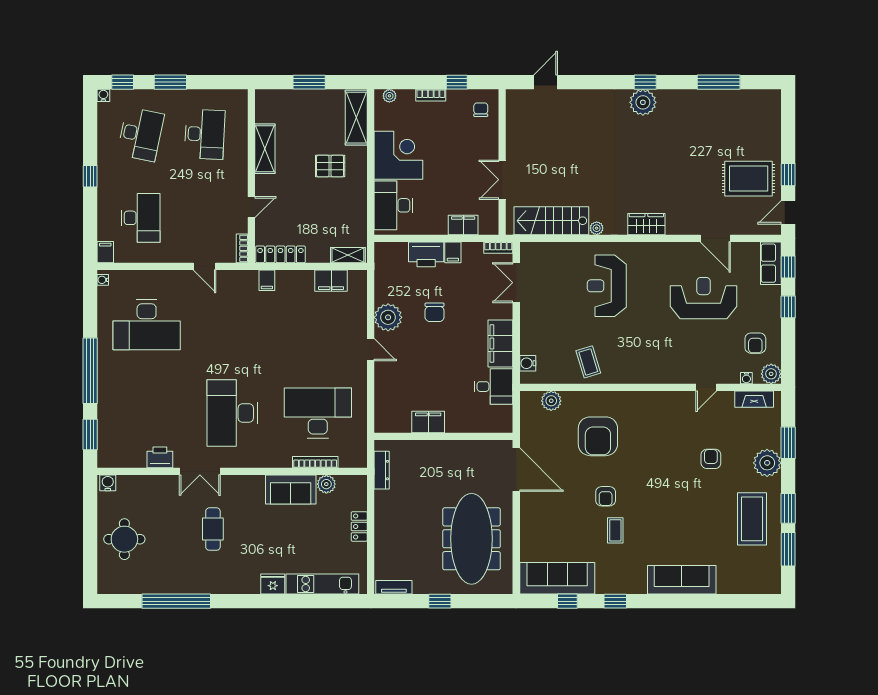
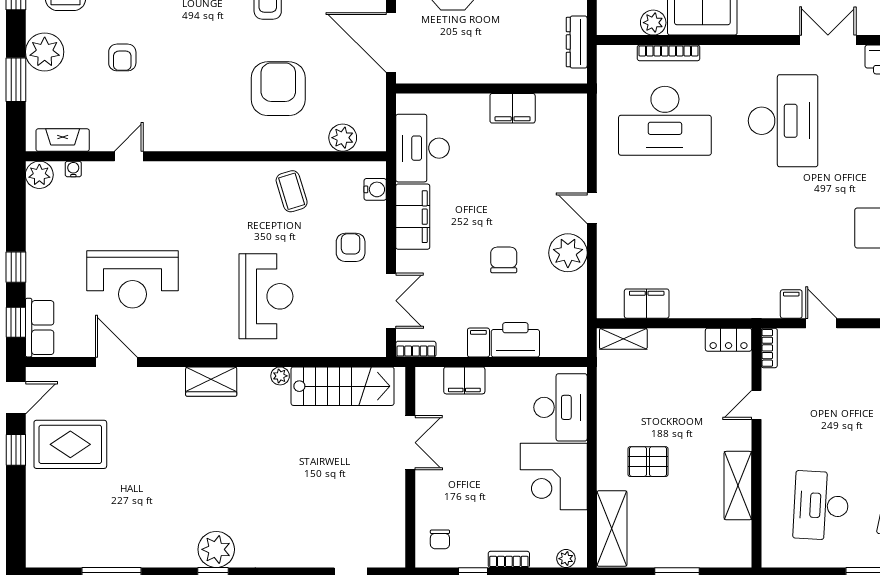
locker: (280, 254) -> (729, 340), width x0.66
filing cabinet: (267, 280) -> (791, 304), moved
armchair: (755, 343) -> (351, 247), moved
desk: (493, 387) -> (422, 148), width x1.37

